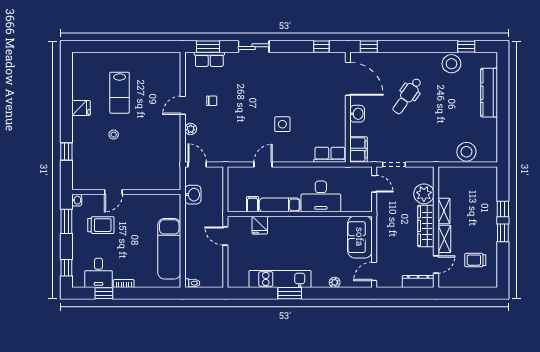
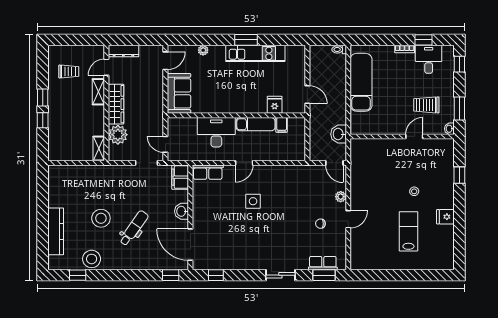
stool: (466, 152) -> (101, 218), moved
door: (263, 164) -> (244, 163), moved
shelving: (444, 211) -> (99, 148), moved

